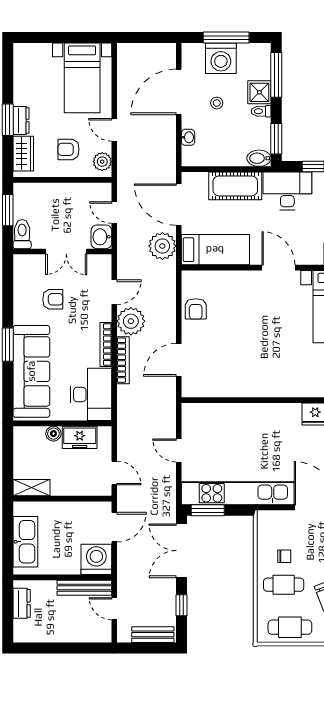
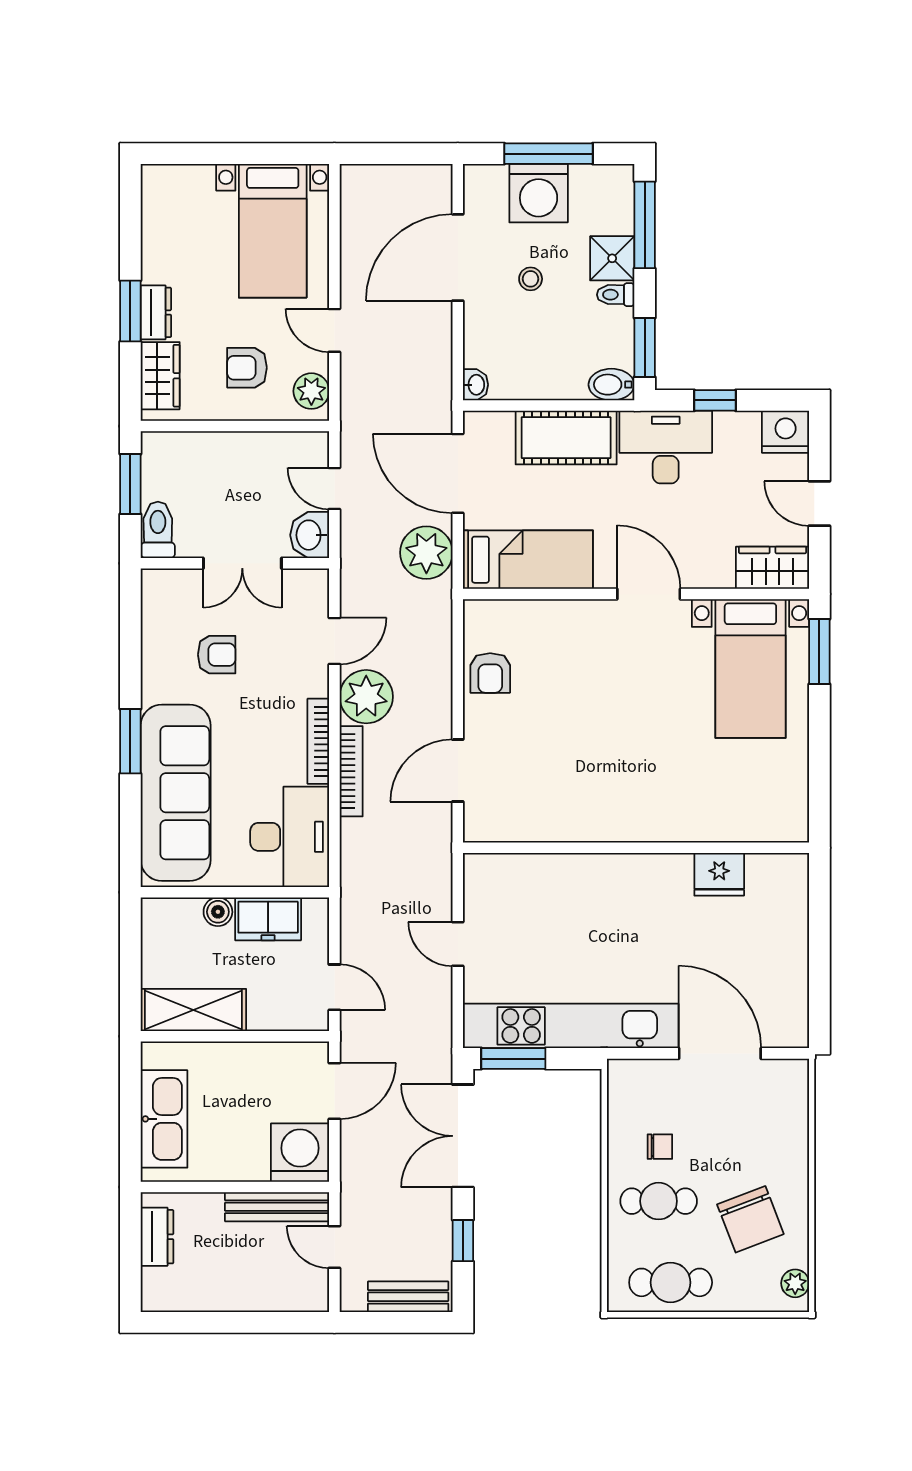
washbasin: (188, 137) -> (476, 385), moved
shelving: (31, 488) -> (193, 1010), width x1.50, depth x1.33

